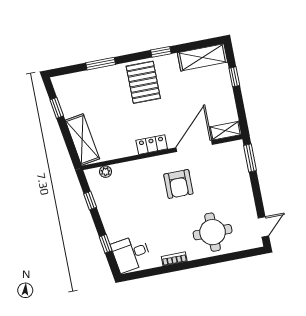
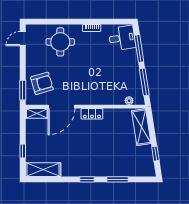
window: (161, 52) -> (87, 179), moved
pallet: (143, 82) -> (89, 160), removed
armchair: (178, 184) -> (42, 83), moved, turned 74
window: (90, 201) -> (144, 82), width x2.17
window: (106, 244) -> (139, 49), width x2.17

